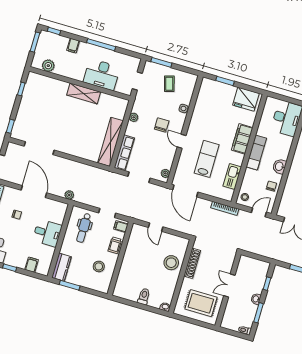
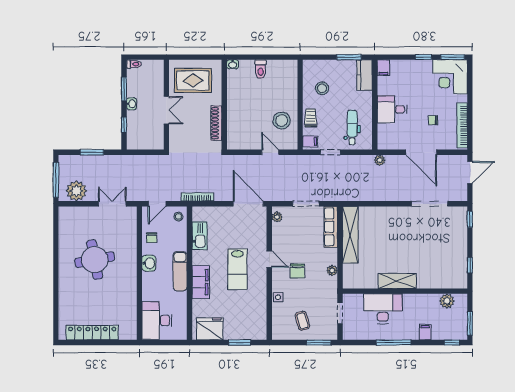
lab bench: (207, 159) -> (237, 269), moved
stool: (171, 263) -> (282, 121), moved
filing cabinet: (32, 265) -> (383, 68), moved

